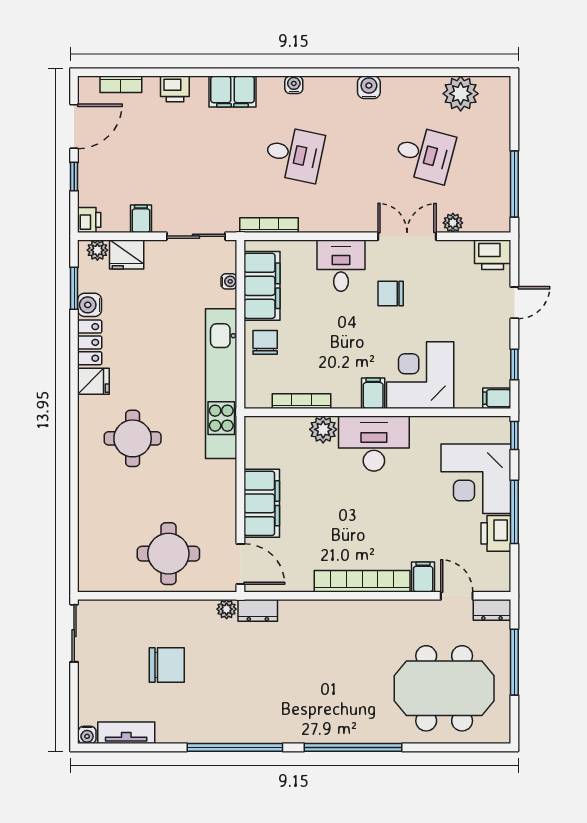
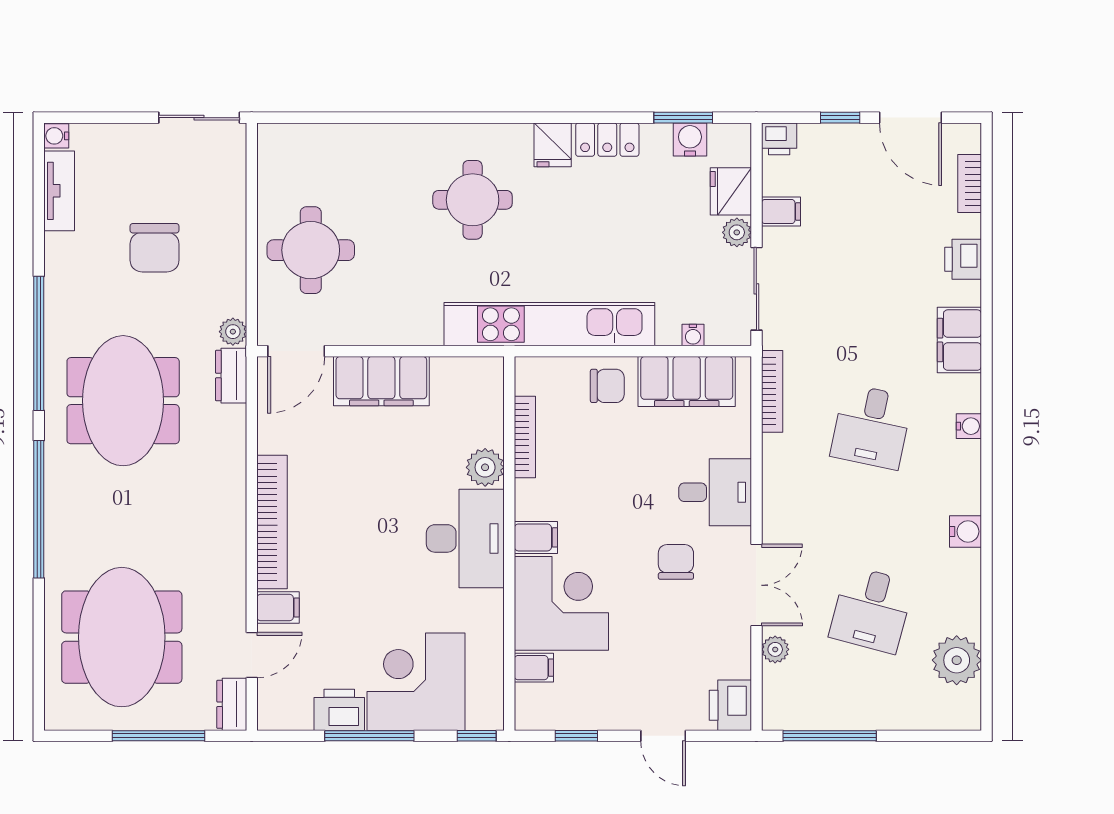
plant: (97, 250) -> (737, 232), moved
water cooler: (90, 305) -> (690, 139), moved
filing cabinet: (497, 398) -> (534, 668), moved, turned 90
meeting table: (276, 687) -> (123, 401), added

